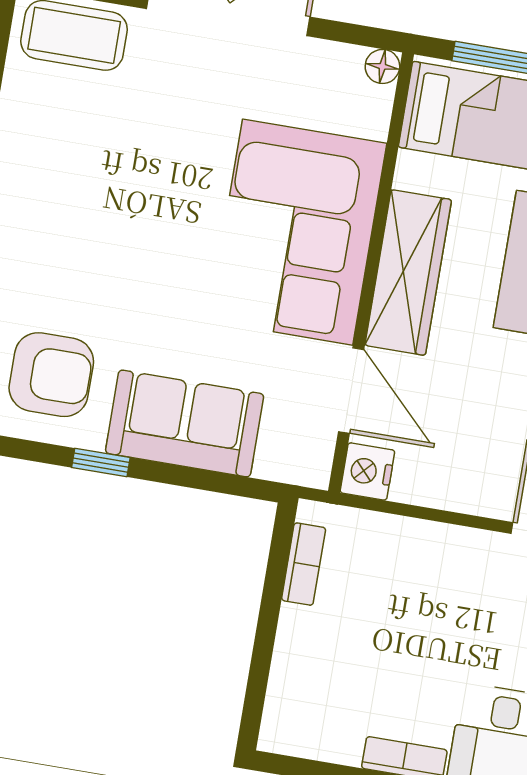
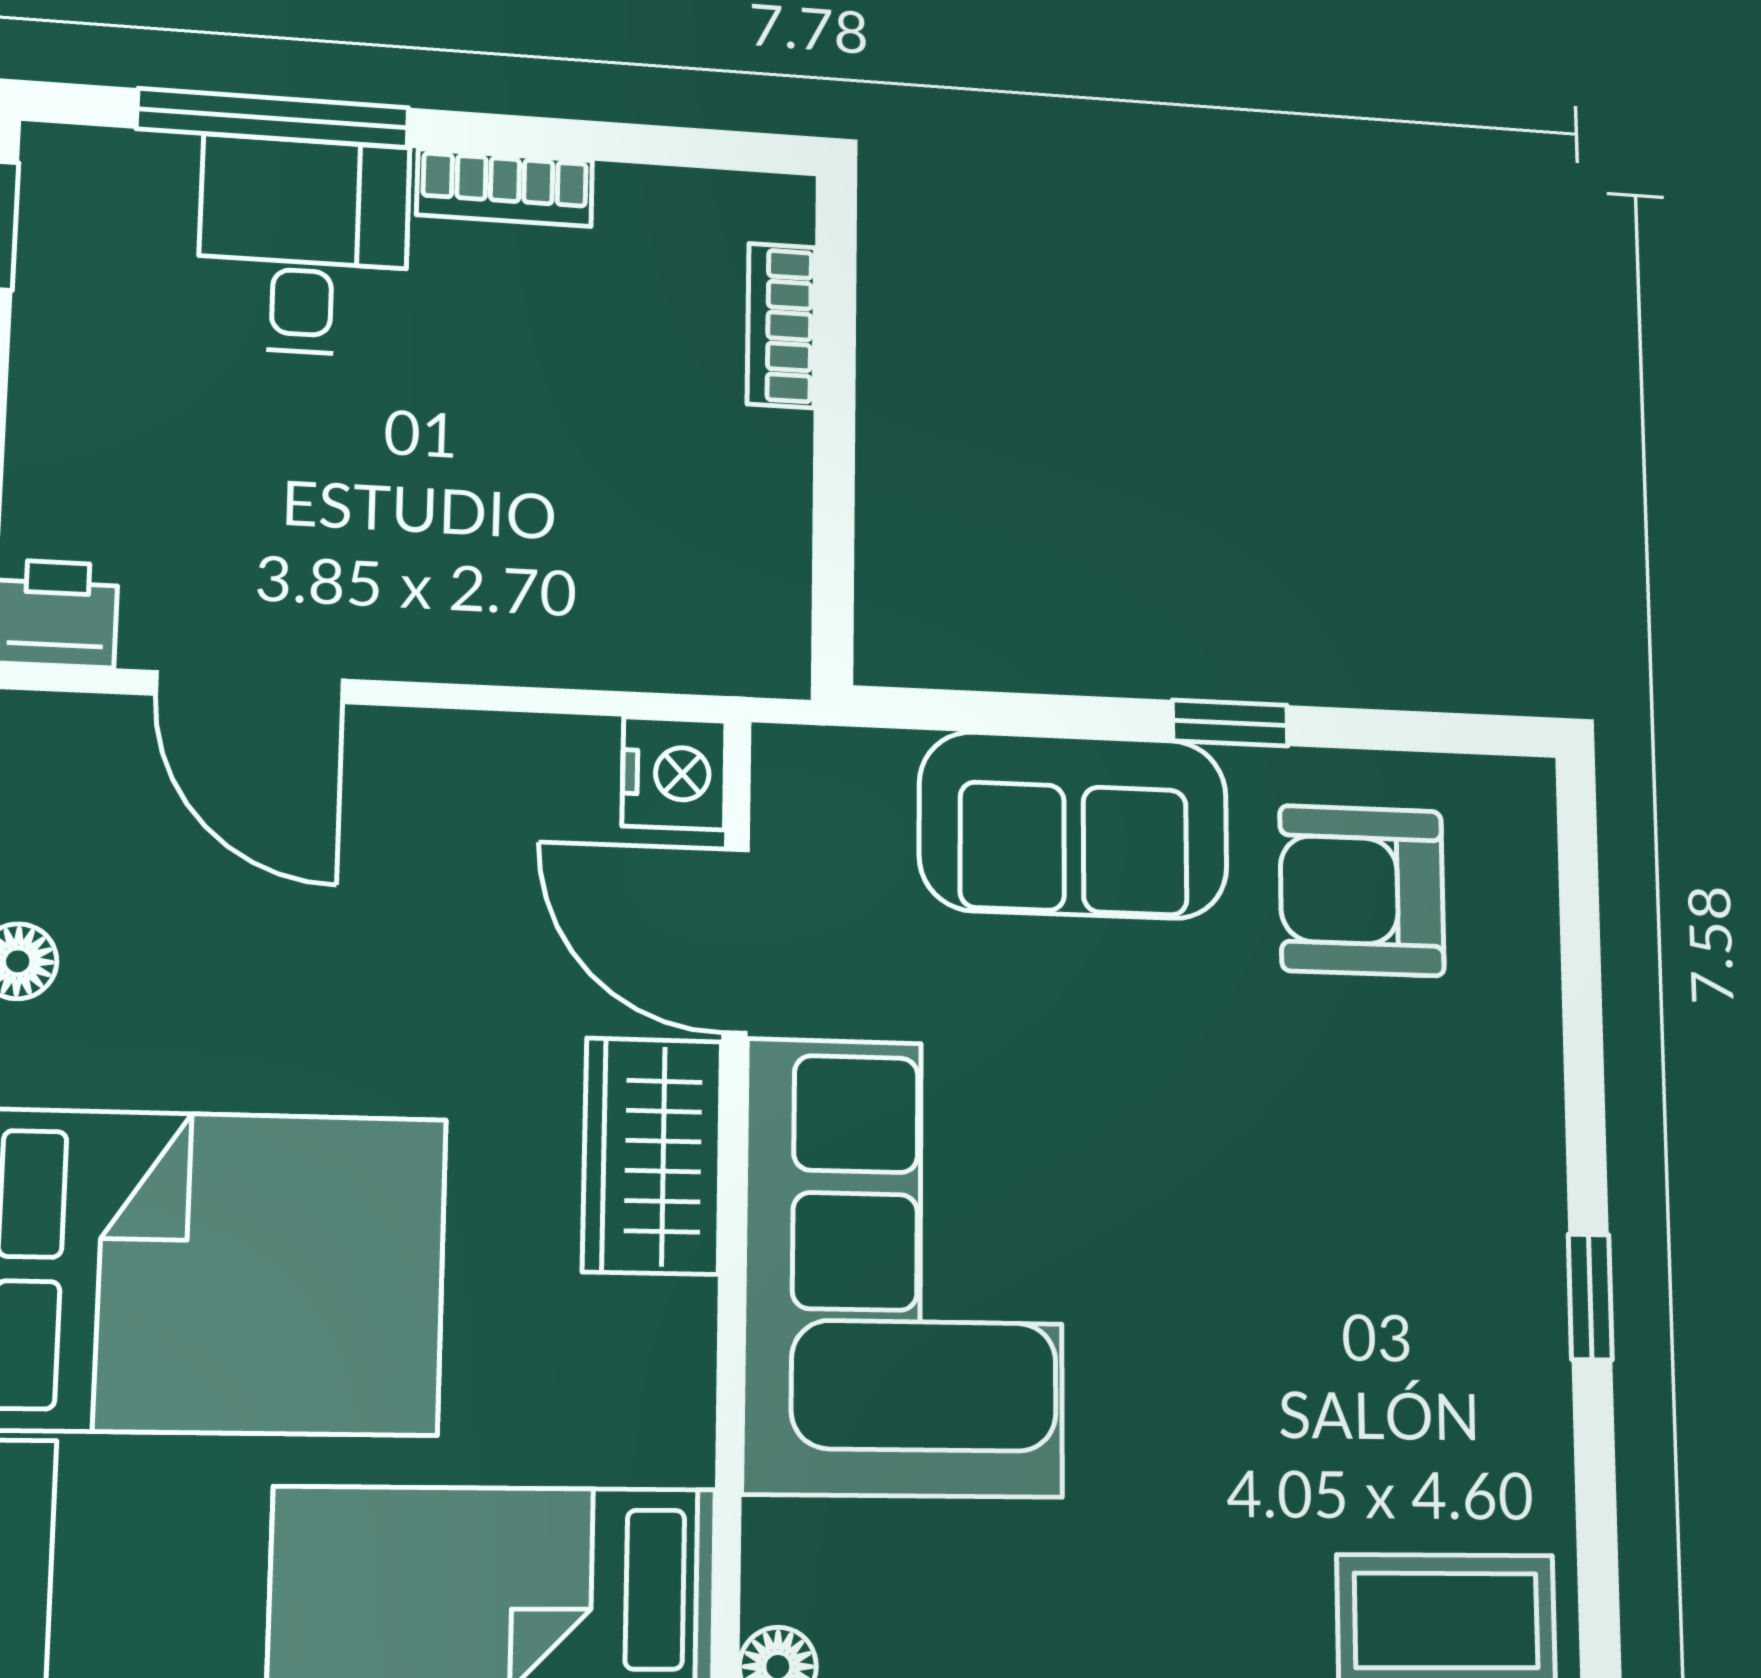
wardrobe: (408, 272) -> (652, 1156), width x0.67
bookcase: (304, 564) -> (781, 325), moved

